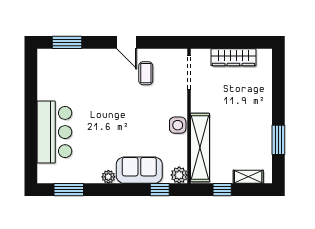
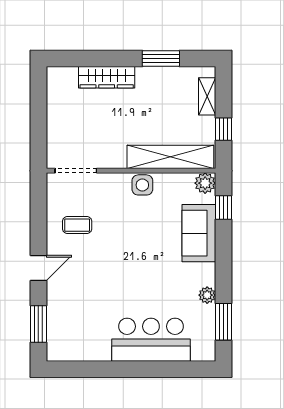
door: (127, 42) -> (38, 268), moved
wardrobe: (233, 57) -> (107, 77), moved, turned 90
plant: (108, 177) -> (207, 295), moved

